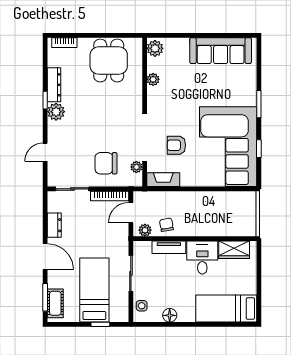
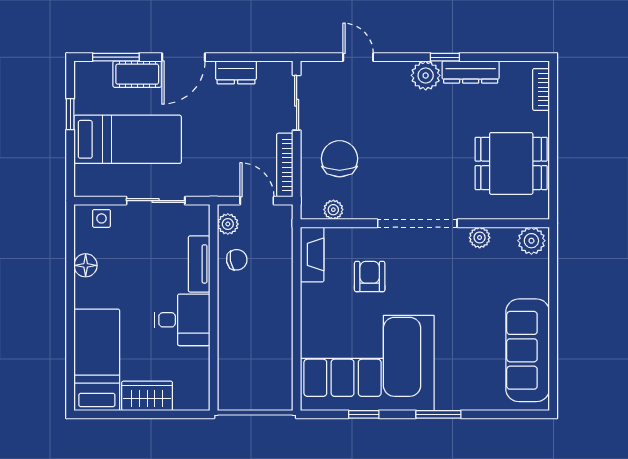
doorway: (145, 137) -> (417, 223), moved
wardrobe: (234, 250) -> (147, 396), moved, turned 90
cot: (55, 303) -> (137, 74), moved
window: (100, 324) -> (70, 114), moved

